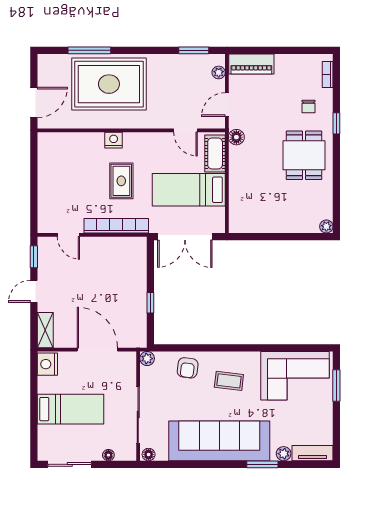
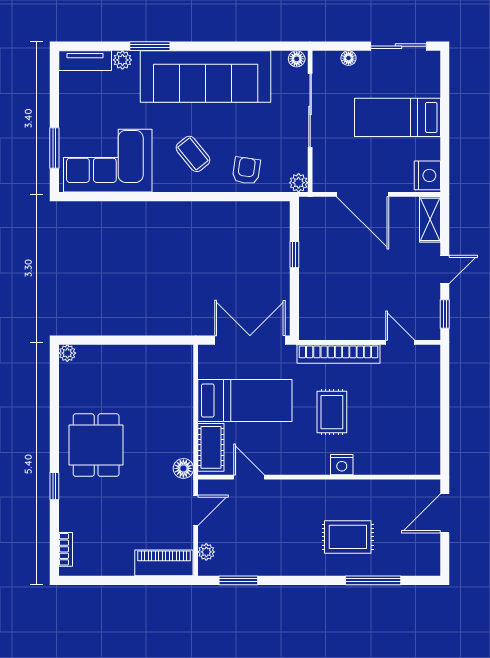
rug: (109, 84) -> (348, 537), width x0.54, depth x0.49
chair: (308, 107) -> (90, 508), removed
coffee table: (229, 381) -> (193, 154), turned 44

